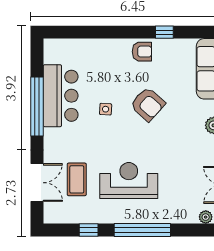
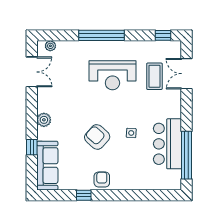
armchair: (142, 52) -> (102, 179), turned 90
window: (37, 107) -> (187, 155), moved
window: (89, 230) -> (163, 35), moved

